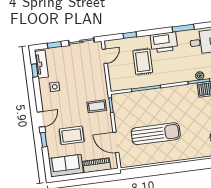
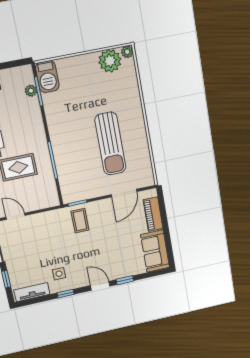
window: (35, 70) -> (66, 294), moved
sun lounger: (156, 134) -> (110, 144), turned 180
rug: (72, 135) -> (118, 248), removed

